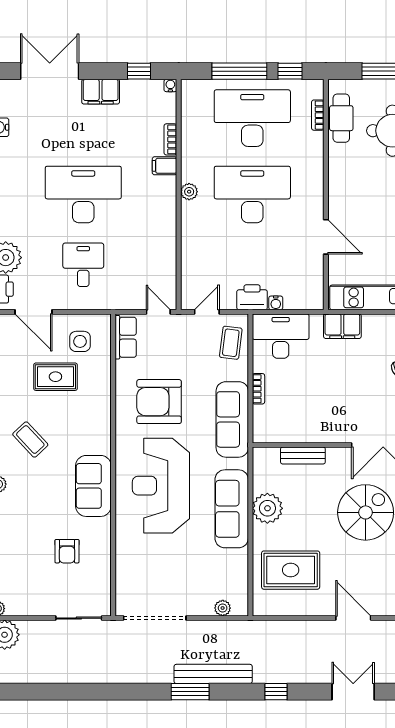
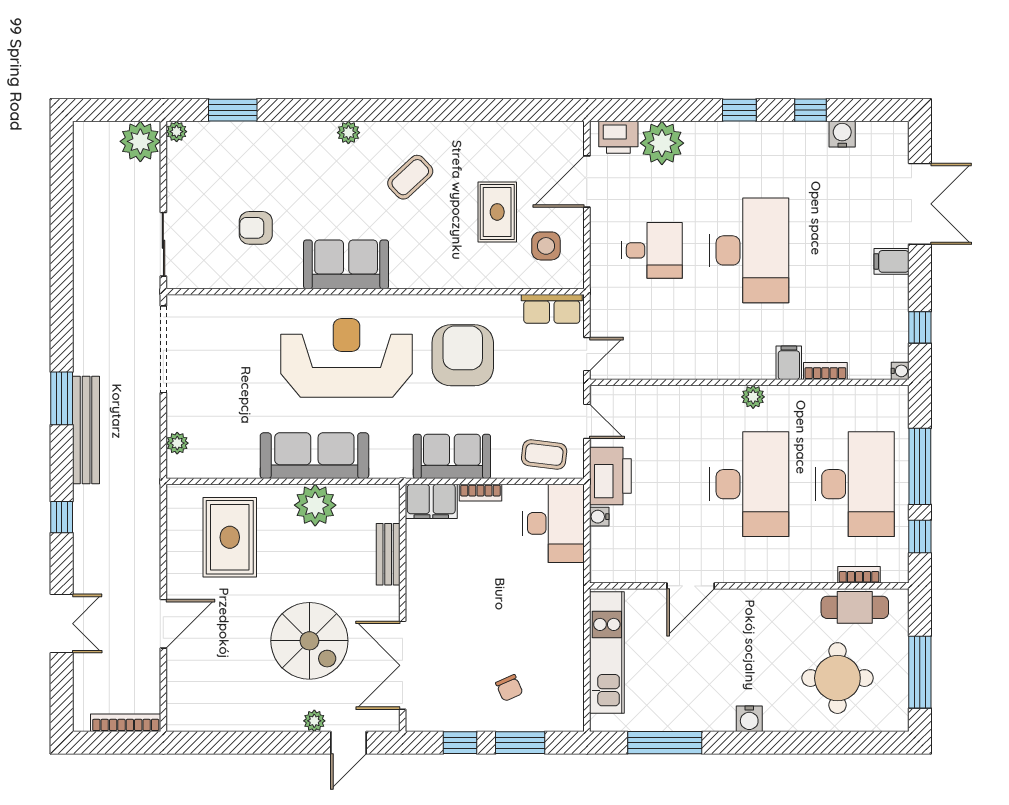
filing cabinet: (101, 92) -> (891, 261), width x0.50
printer: (252, 297) -> (610, 476), width x1.37, depth x1.19
filing cabinet: (342, 326) -> (431, 501), moved, turned -90
sofa: (232, 419) -> (452, 456), width x0.73

